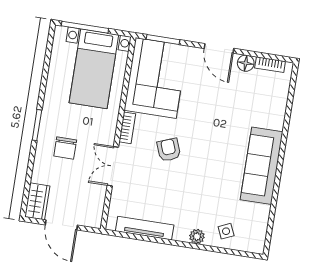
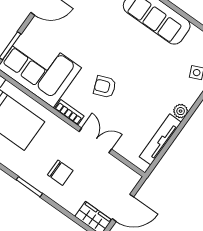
double door: (113, 166) -> (95, 140), swing flipped
plant: (197, 237) -> (181, 111), moved

